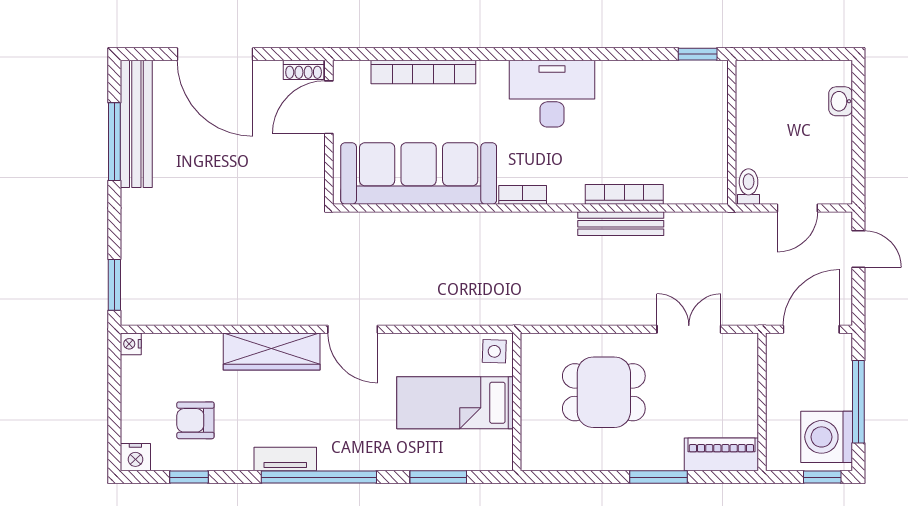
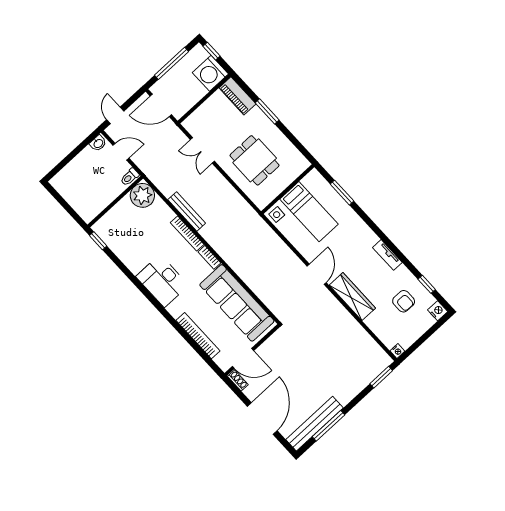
washbasin: (841, 101) -> (98, 143), moved
plant: (704, 180) -> (142, 195), added
bookcase: (624, 194) -> (187, 234), moved
washing machine: (827, 437) -> (210, 73), moved, turned 90
window: (319, 477) -> (383, 237), removed

